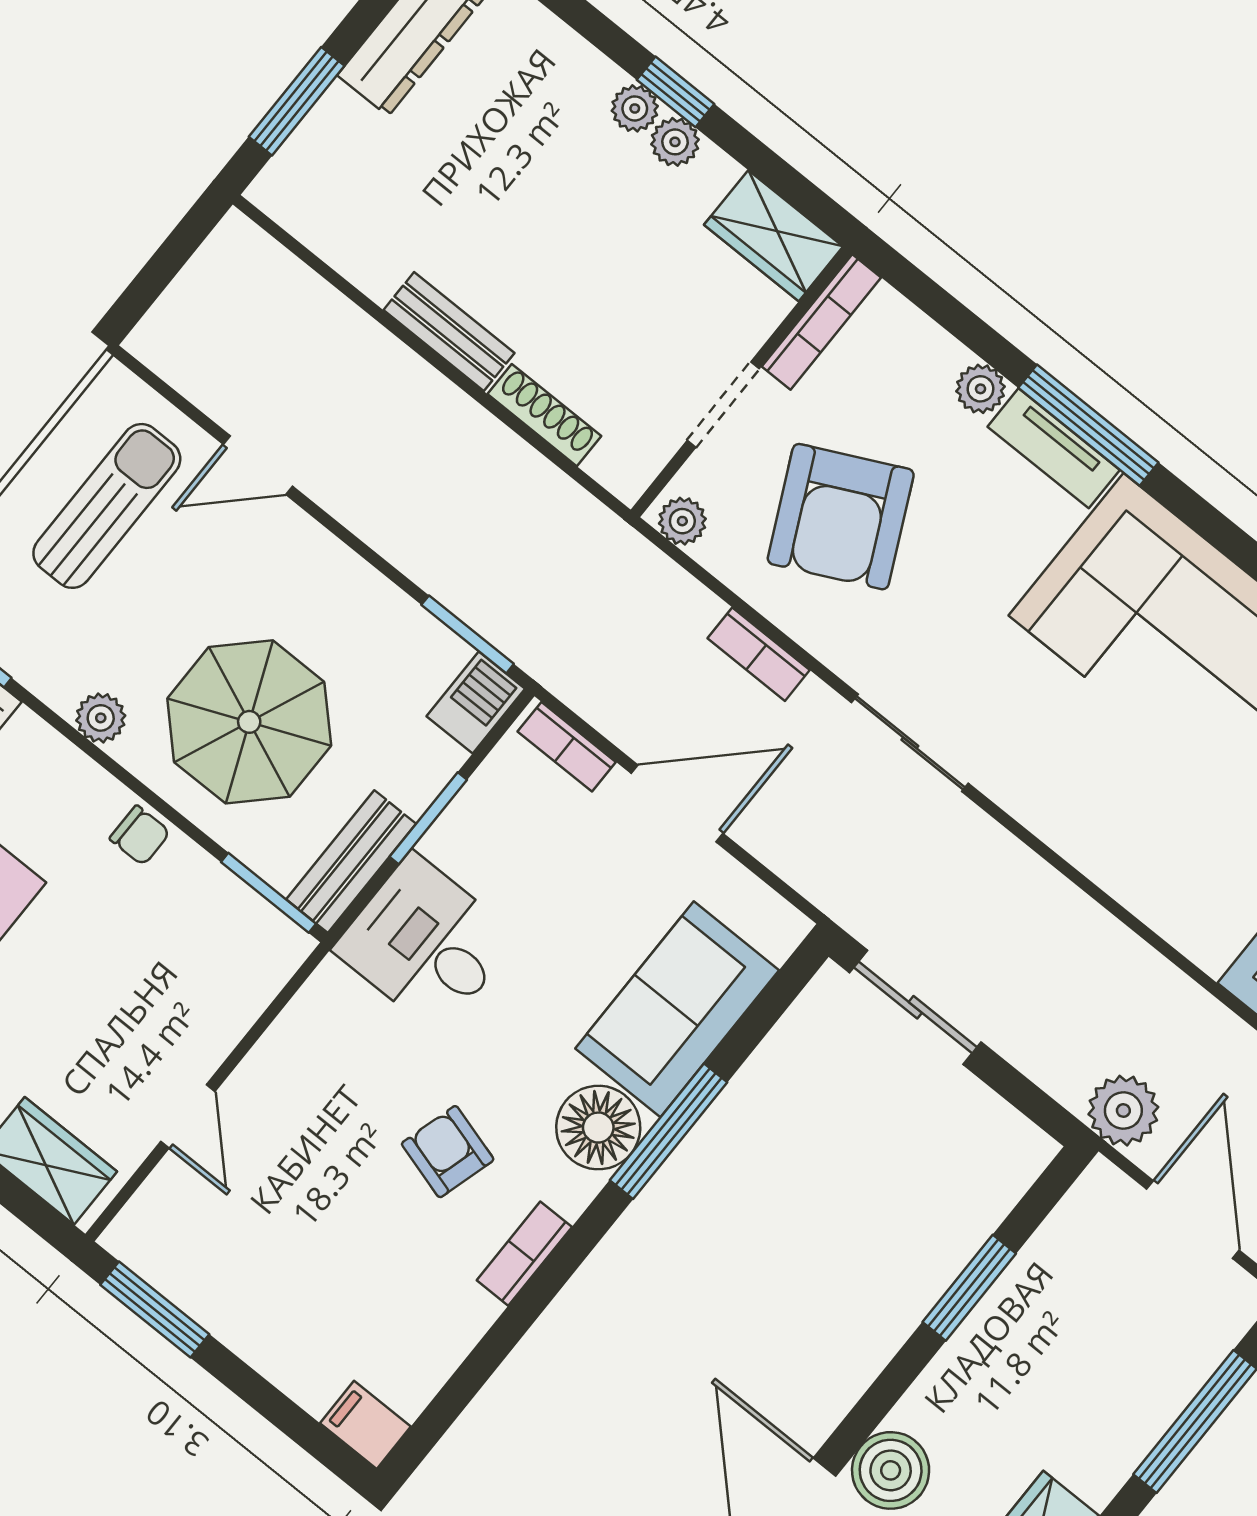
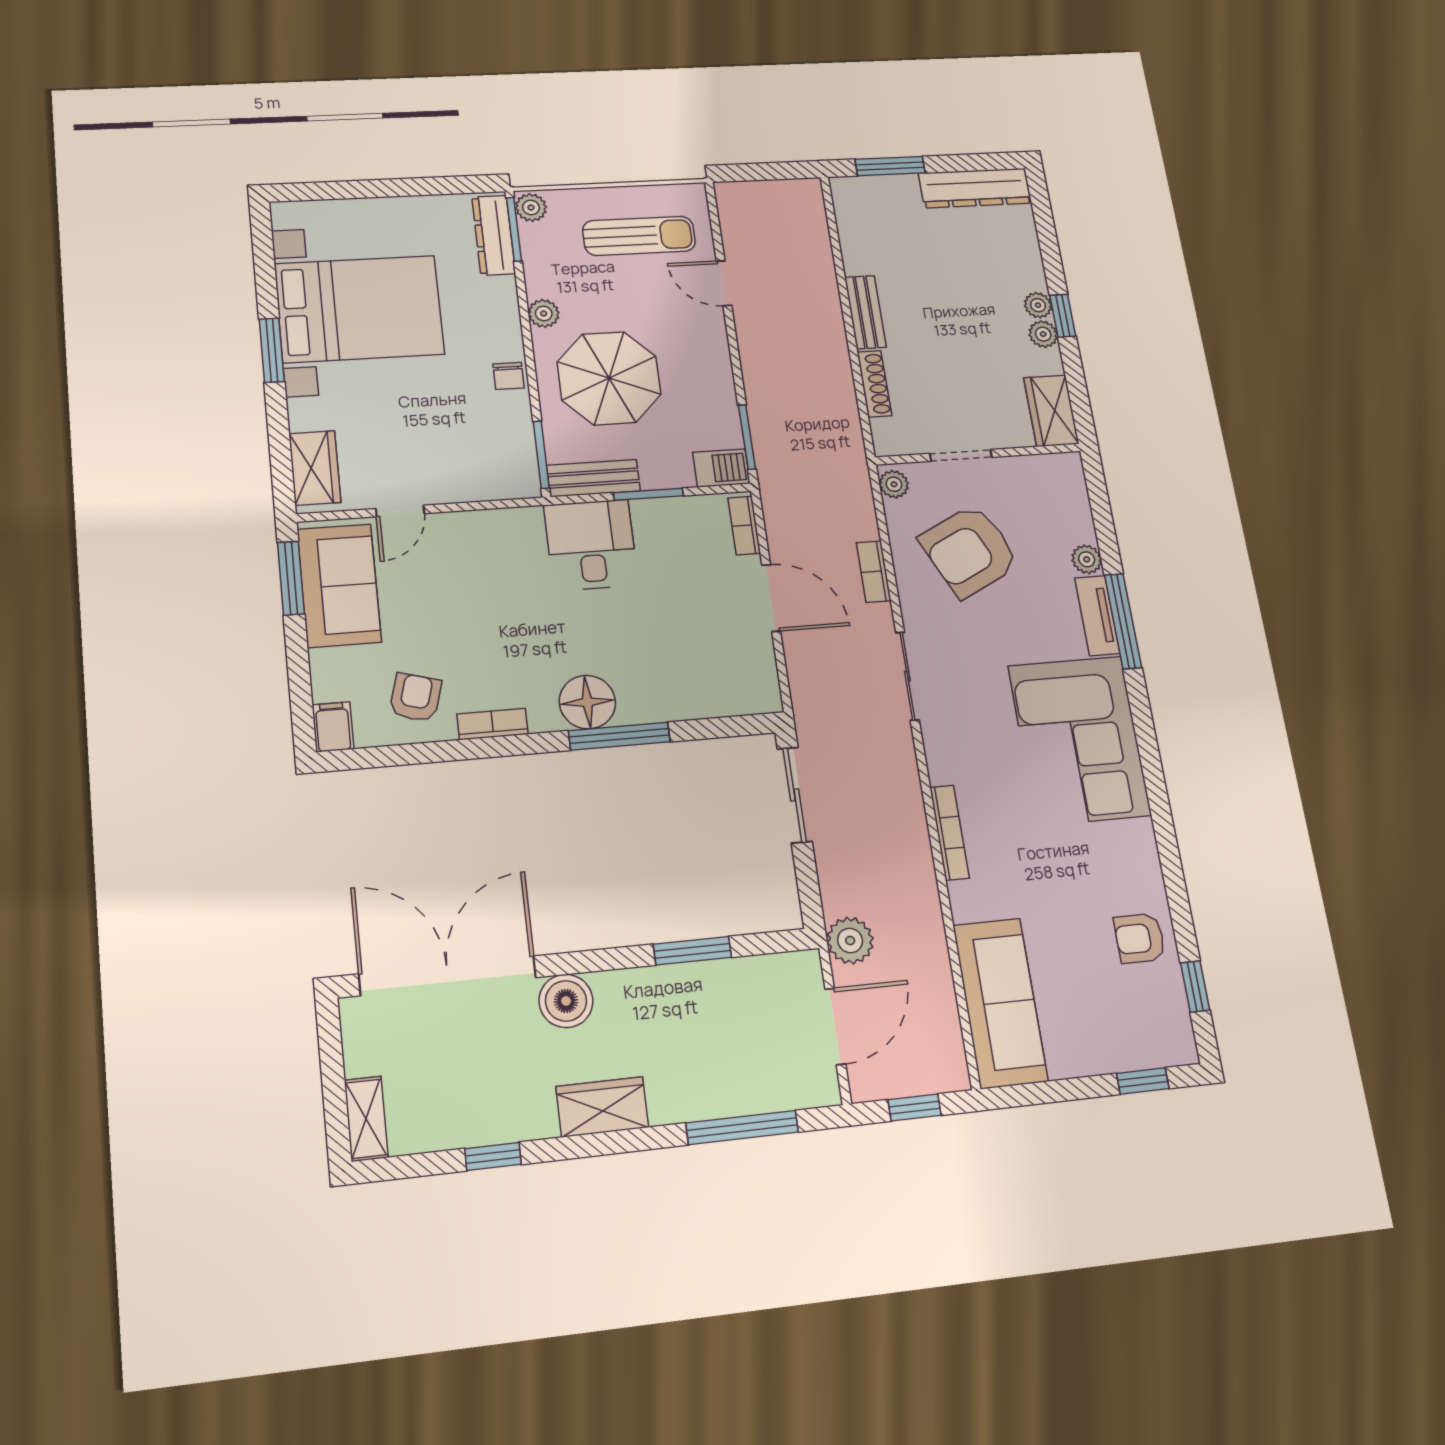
bookcase: (821, 322) -> (949, 833), moved, turned -90
sofa: (677, 1009) -> (339, 585), moved, turned 90
armchair: (448, 1152) -> (415, 698), moved

